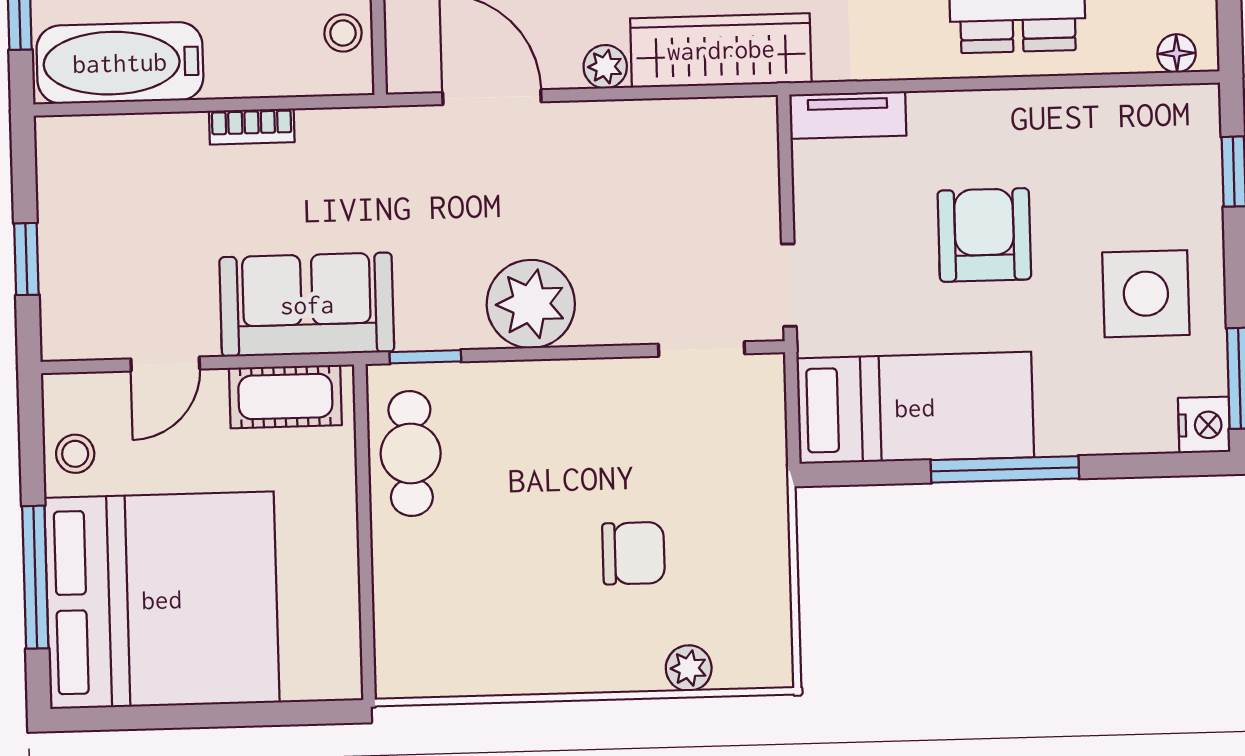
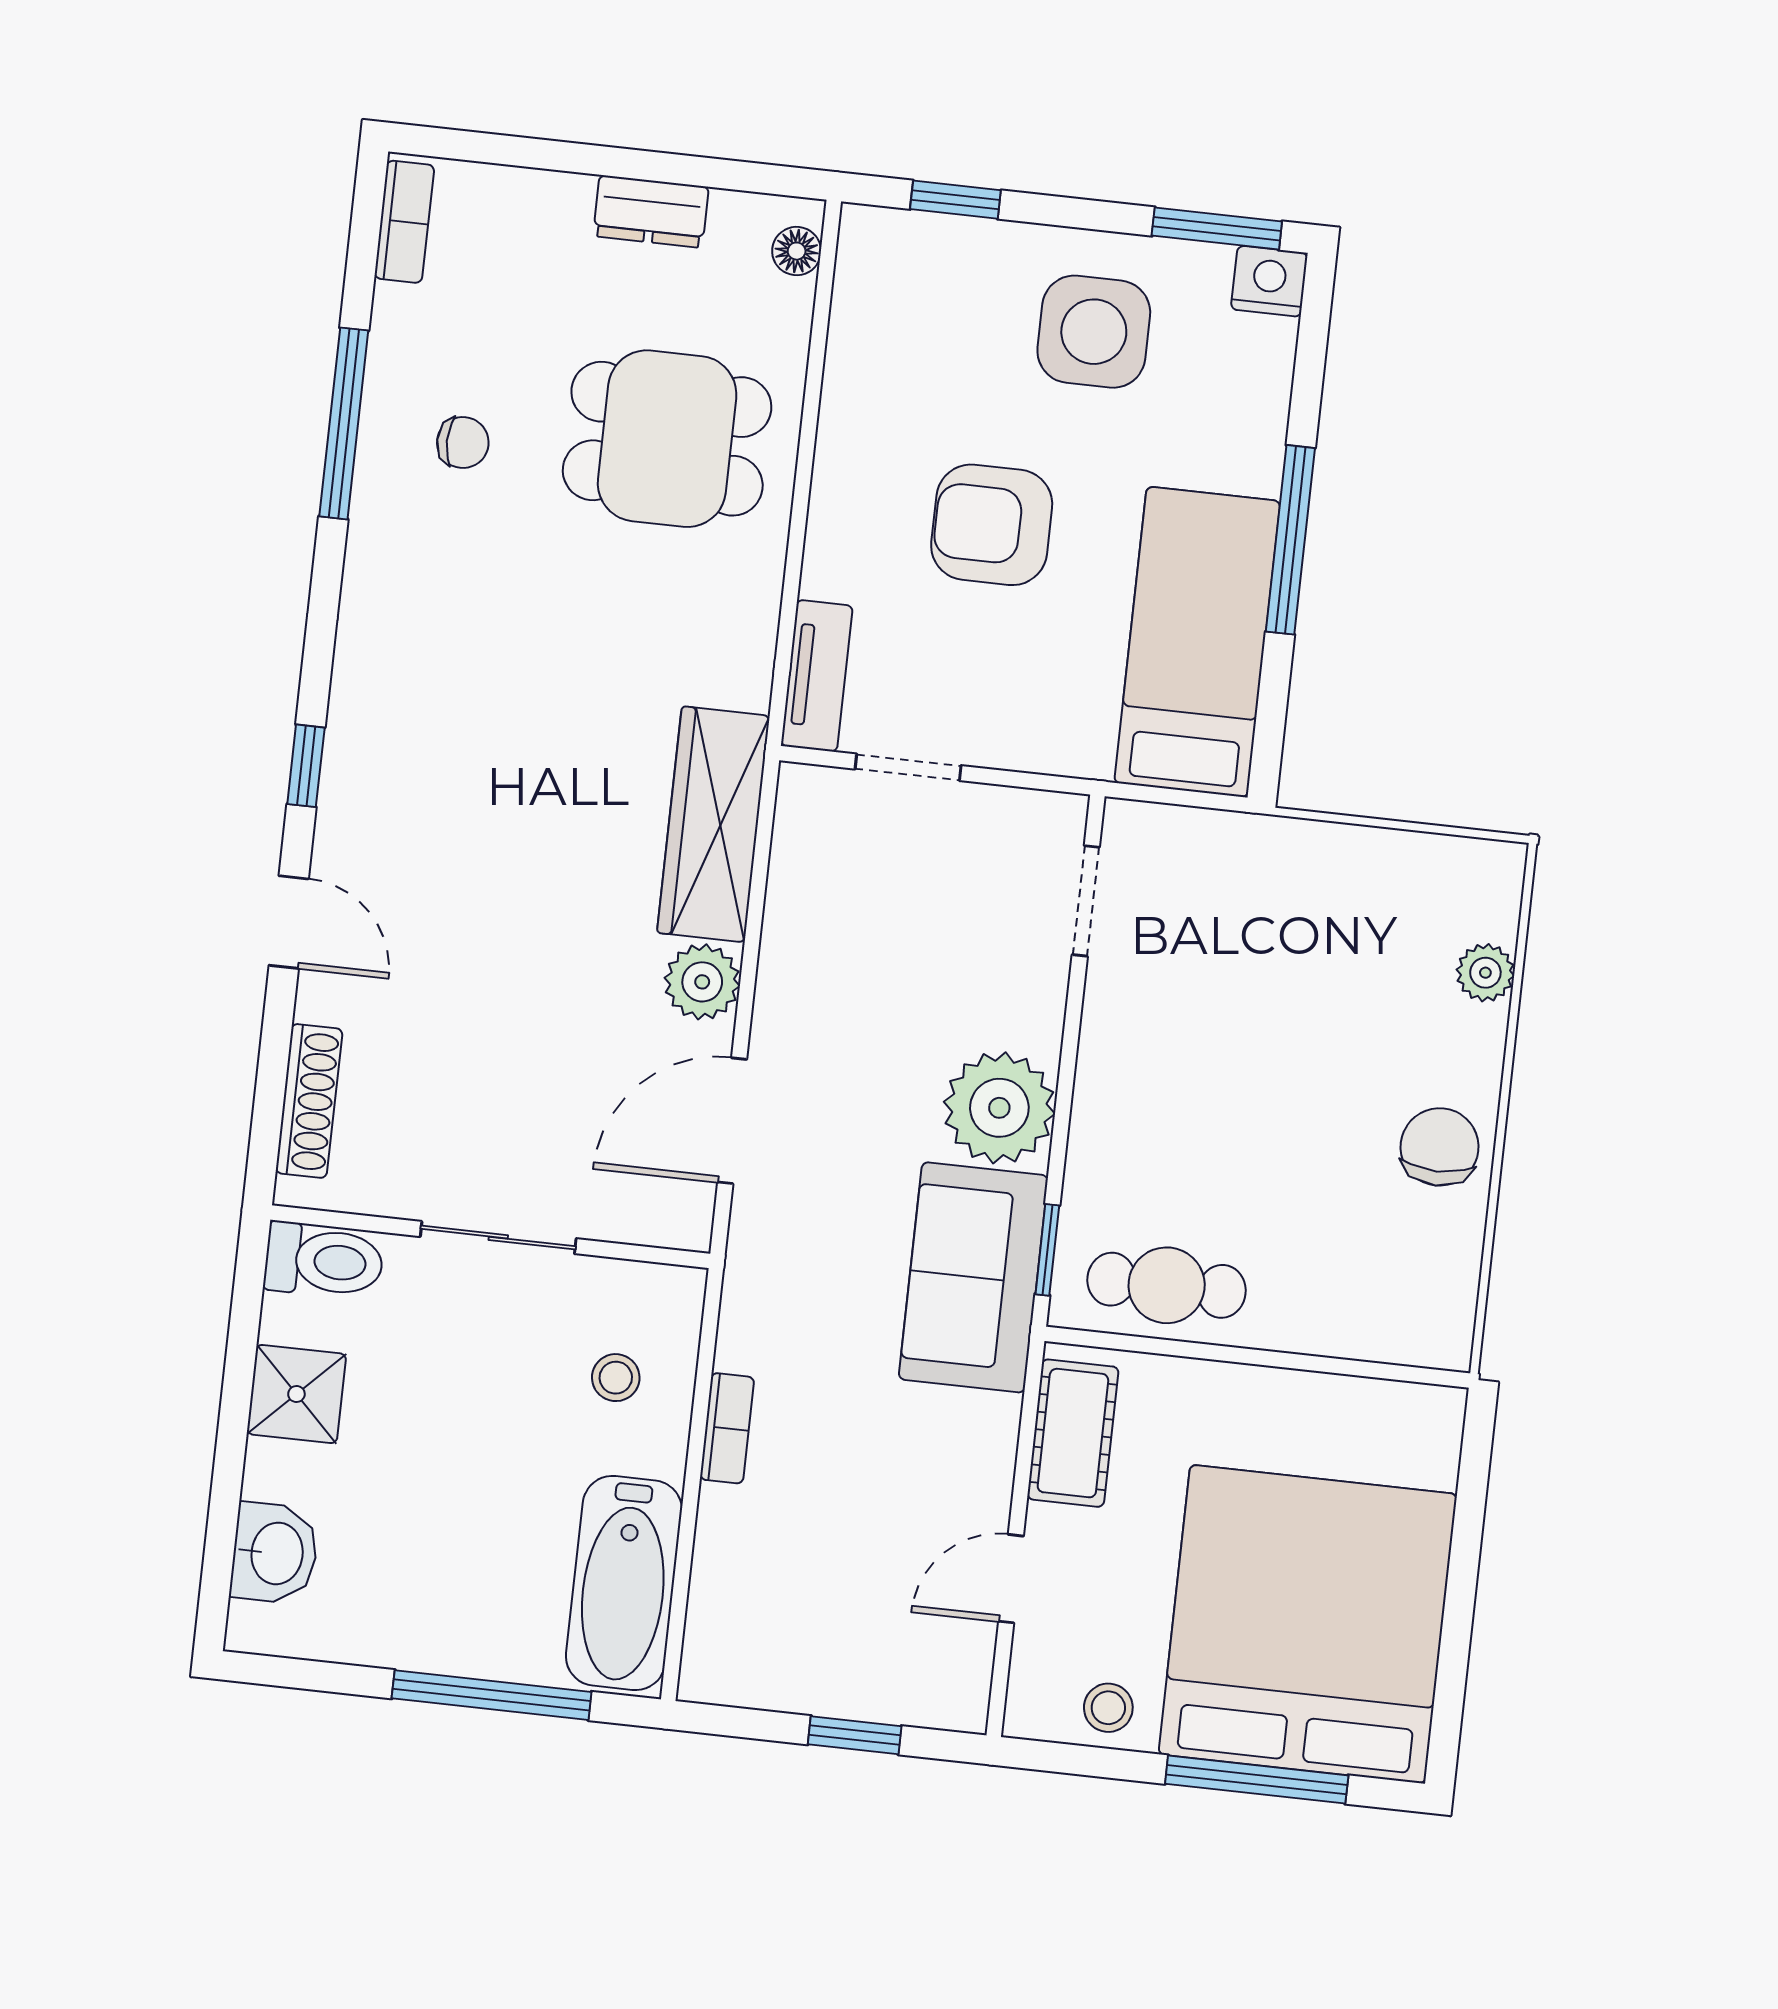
stool: (343, 33) -> (616, 1378), moved
plant: (605, 67) -> (702, 982), width x1.38, depth x1.38
doorway: (789, 285) -> (908, 767), moved
sofa: (307, 305) -> (973, 1277), moved
door: (165, 364) -> (1011, 1579), swing flipped
chair: (634, 553) -> (1440, 1147), moved

